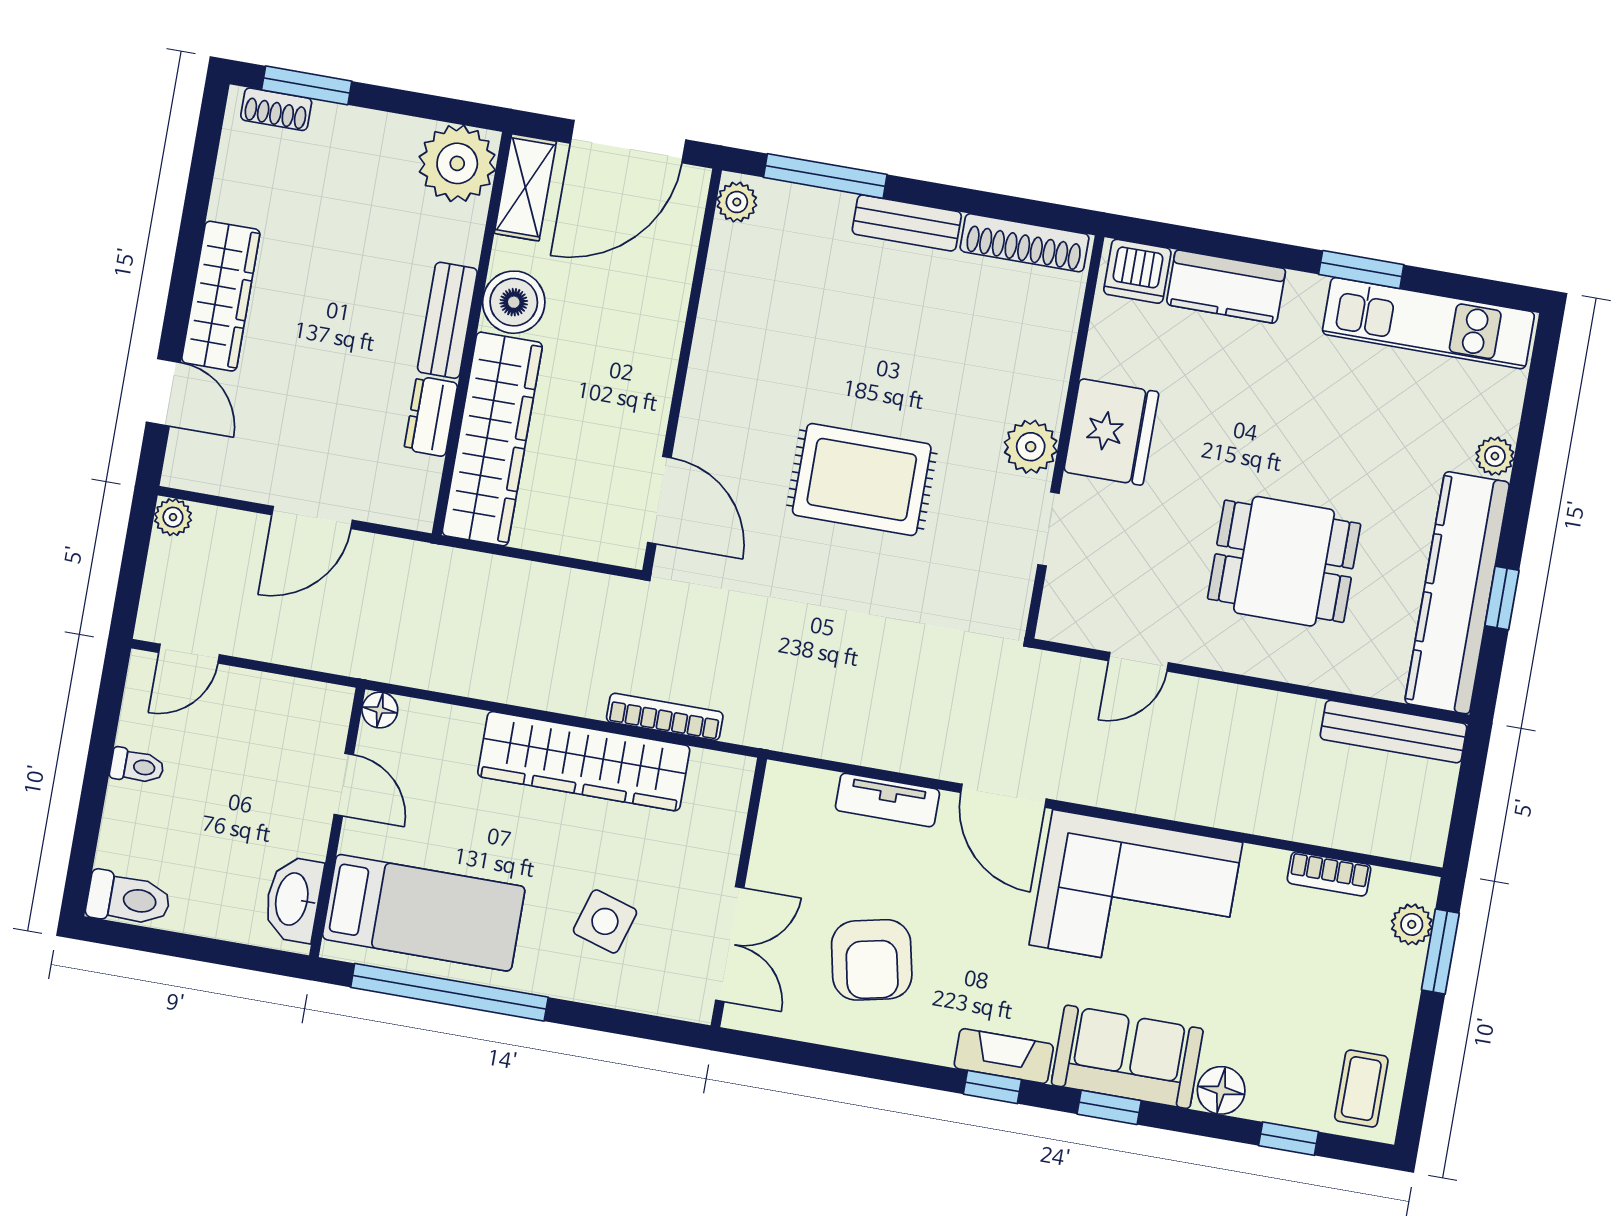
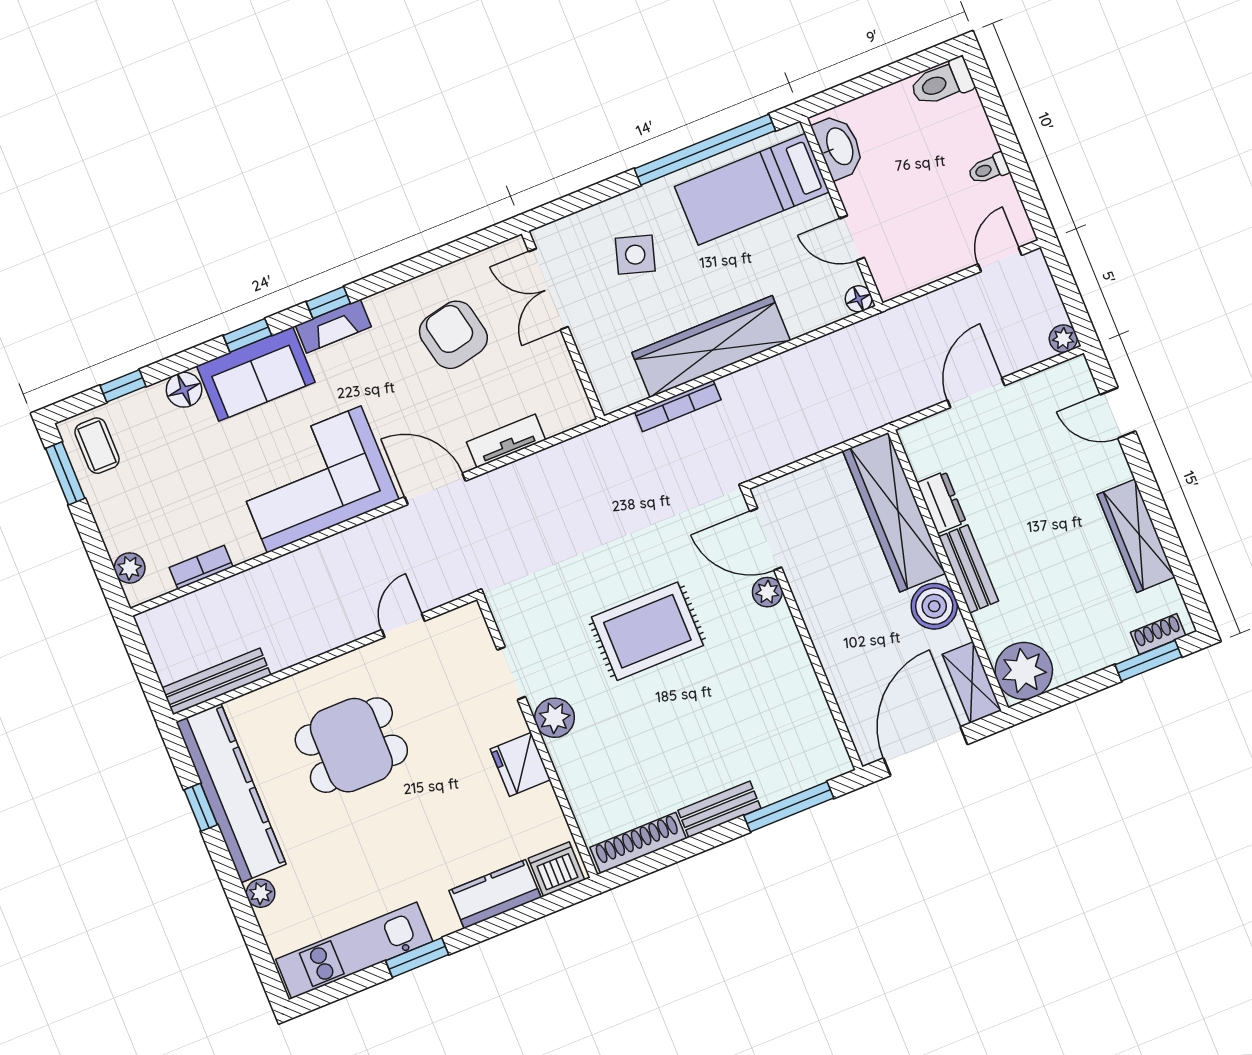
plant: (737, 202) -> (767, 592), moved
wardrobe: (221, 296) -> (1136, 536), moved
fridge: (1111, 432) -> (520, 764), width x0.73, depth x0.75
window: (1440, 952) -> (65, 473), moved

